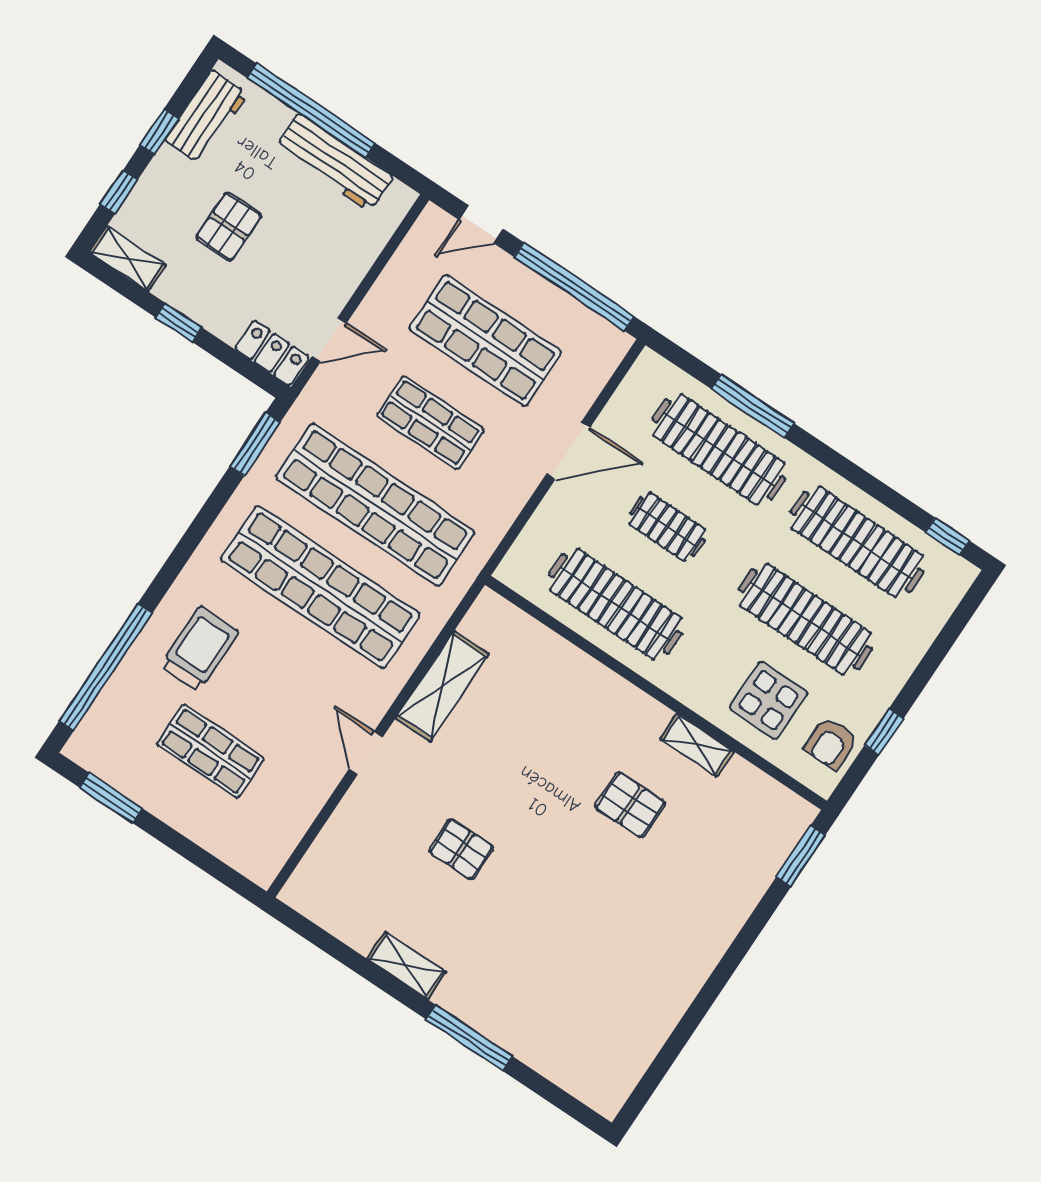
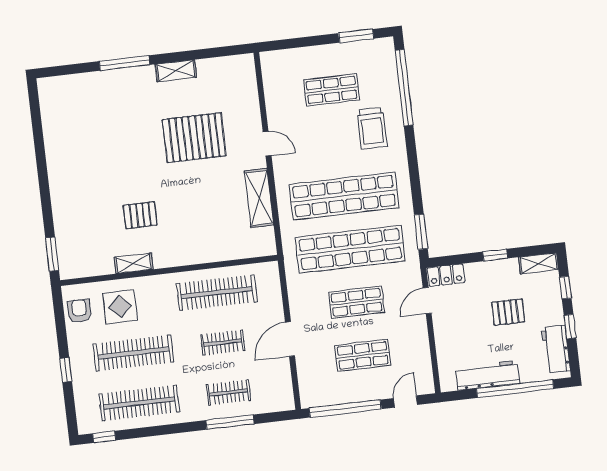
pallet: (229, 227) -> (508, 312), turned 90
shop shelf: (485, 340) -> (363, 355), width x0.70, depth x0.74
clothes rail: (719, 449) -> (229, 392), width x0.54, depth x0.76
window: (884, 732) -> (66, 370), moved
pallet: (461, 849) -> (194, 138), width x2.05, depth x2.00

